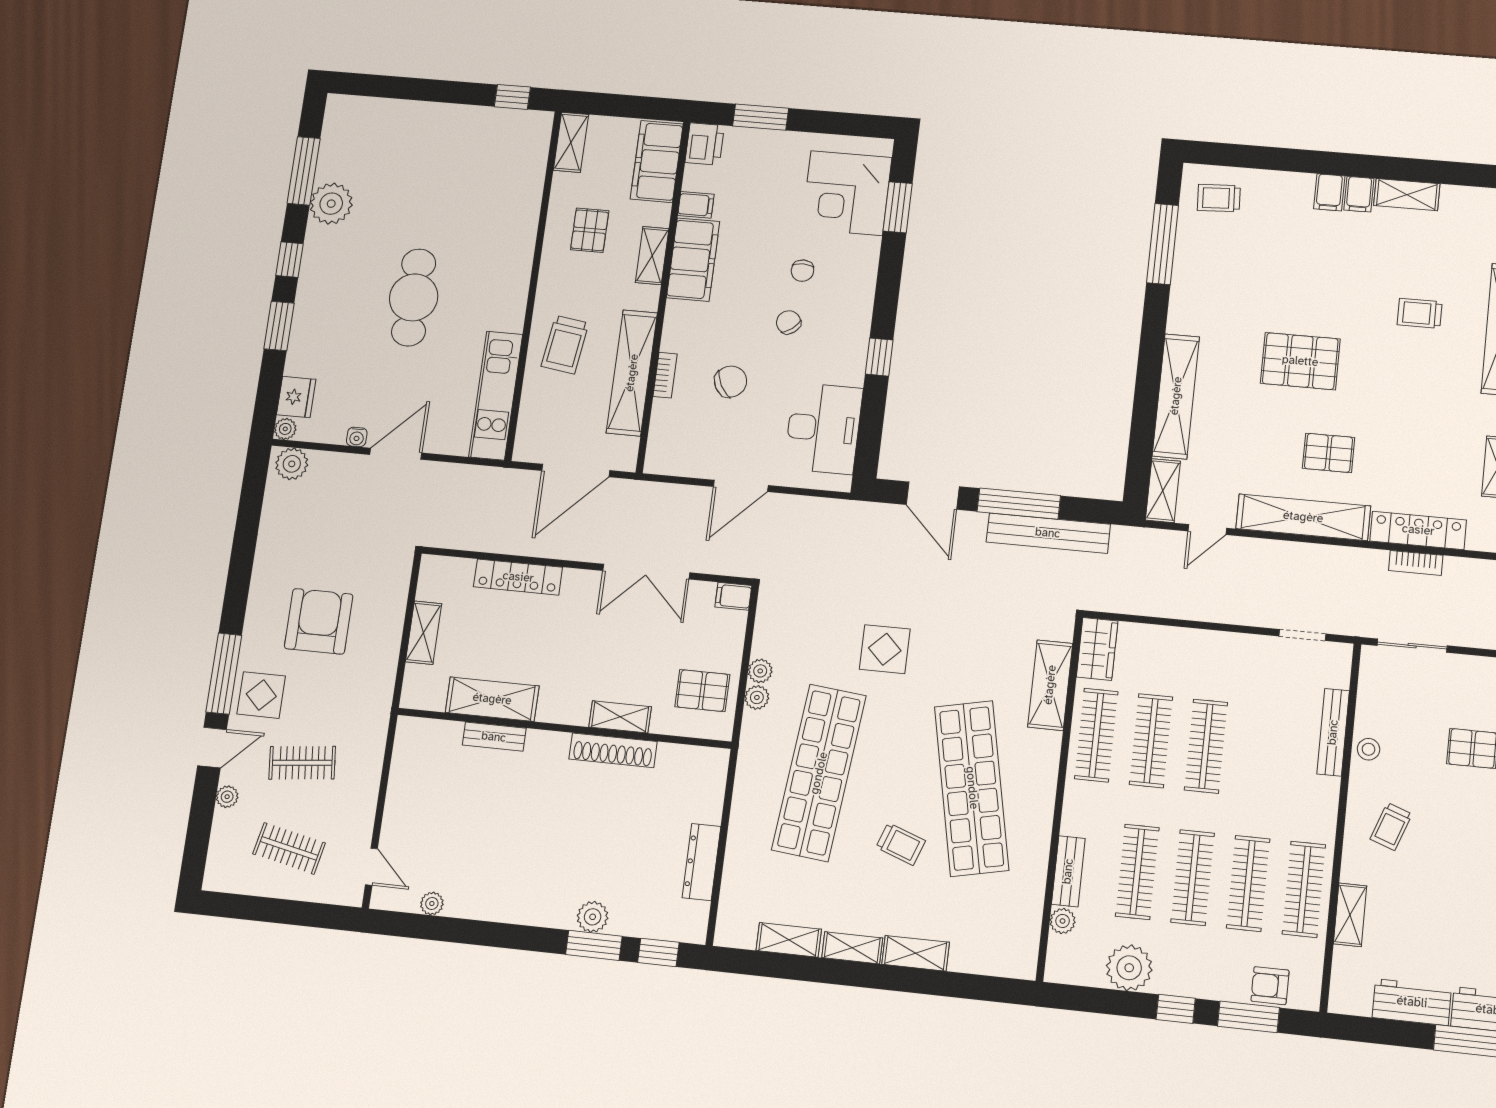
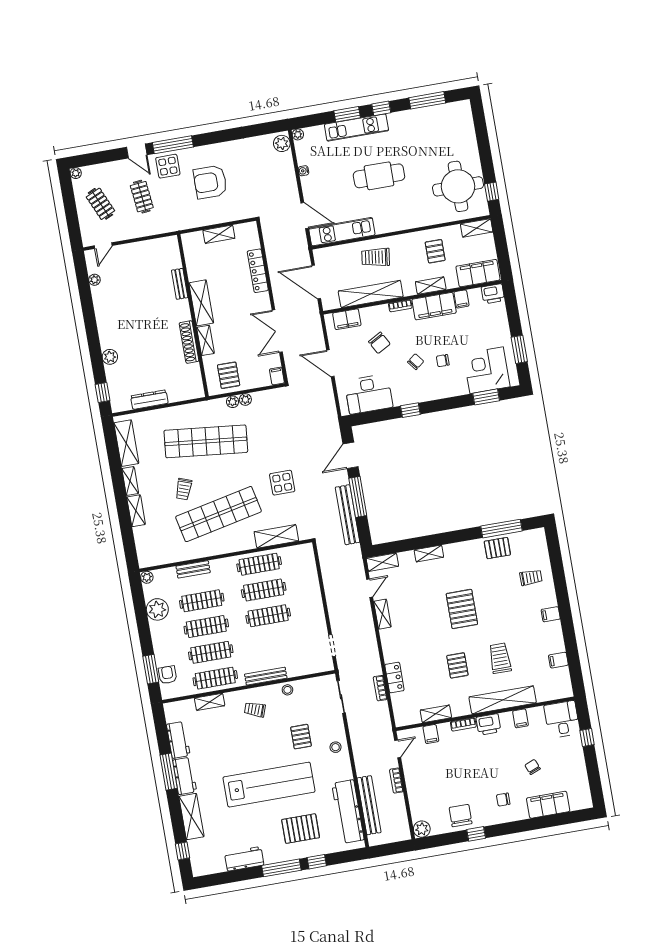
window: (761, 117) -> (519, 349), moved
round table: (482, 156) -> (458, 186), added
filing cabinet: (1329, 192) -> (558, 660), moved
shelving: (1407, 195) -> (556, 637), removed
trolley: (1219, 198) -> (531, 578), moved, turned 93
plant: (331, 204) -> (415, 120), removed
pallet: (590, 230) -> (435, 251), turned 90
pallet: (1199, 262) -> (497, 548), added
trolley: (1420, 313) -> (500, 658), width x1.36, depth x1.39
kitchen unit: (309, 315) -> (356, 128), added
bookcase: (665, 375) -> (400, 306), moved
shelving: (1176, 396) -> (429, 554), width x0.45, depth x0.75
fridge: (296, 397) -> (315, 135), removed
filing cabinet: (666, 431) -> (347, 319), added
pallet: (1329, 453) -> (457, 665), moved
door: (396, 454) -> (305, 216), moved
shelving: (1303, 517) -> (382, 614), width x0.45, depth x0.75
door: (1207, 530) -> (370, 588), swing flipped
locker: (1418, 530) -> (394, 678), width x0.66
armchair: (319, 621) -> (210, 182), turned 180
display table: (885, 649) -> (282, 483), moved
wardrobe: (1097, 649) -> (299, 553), removed
shelving: (492, 699) -> (201, 303), moved
bench: (1333, 732) -> (266, 676), moved
plant: (227, 797) -> (76, 173), moved
clothes rail: (289, 848) -> (100, 204), turned -36
plant: (1063, 921) -> (147, 577), moved
shelving: (789, 940) -> (126, 443), width x1.50, depth x1.33
window: (594, 945) -> (97, 362), removed
window: (1176, 1009) -> (145, 636), removed

